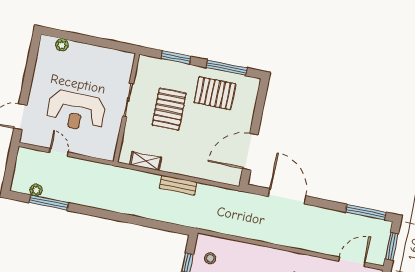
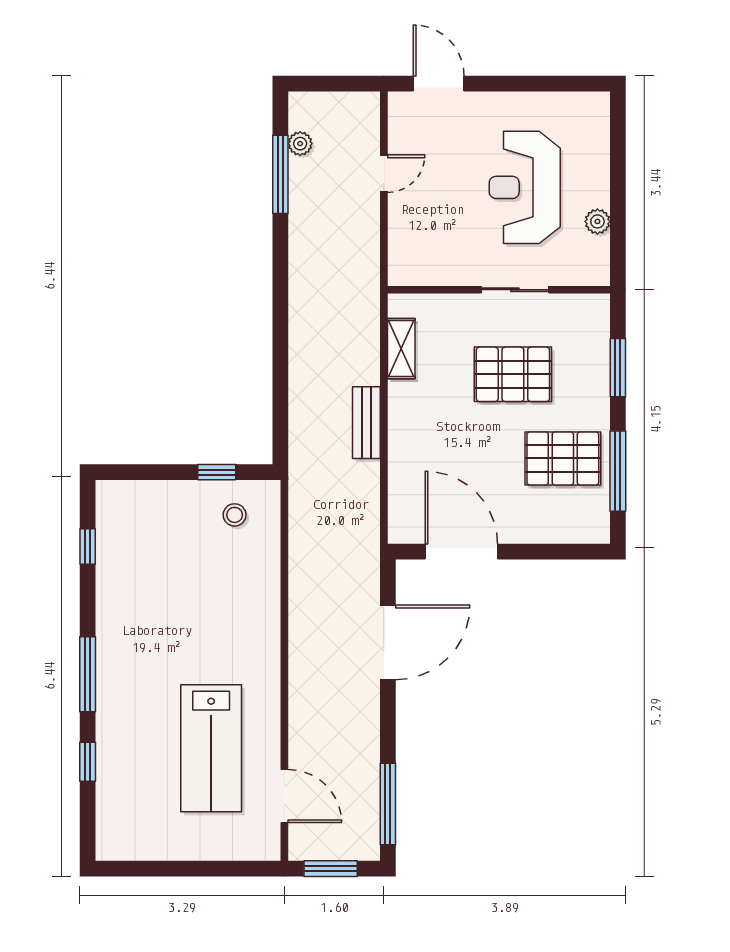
plant: (62, 45) -> (597, 221), moved
pallet: (215, 93) -> (563, 458), turned 90
reception desk: (76, 111) -> (525, 187), moved

